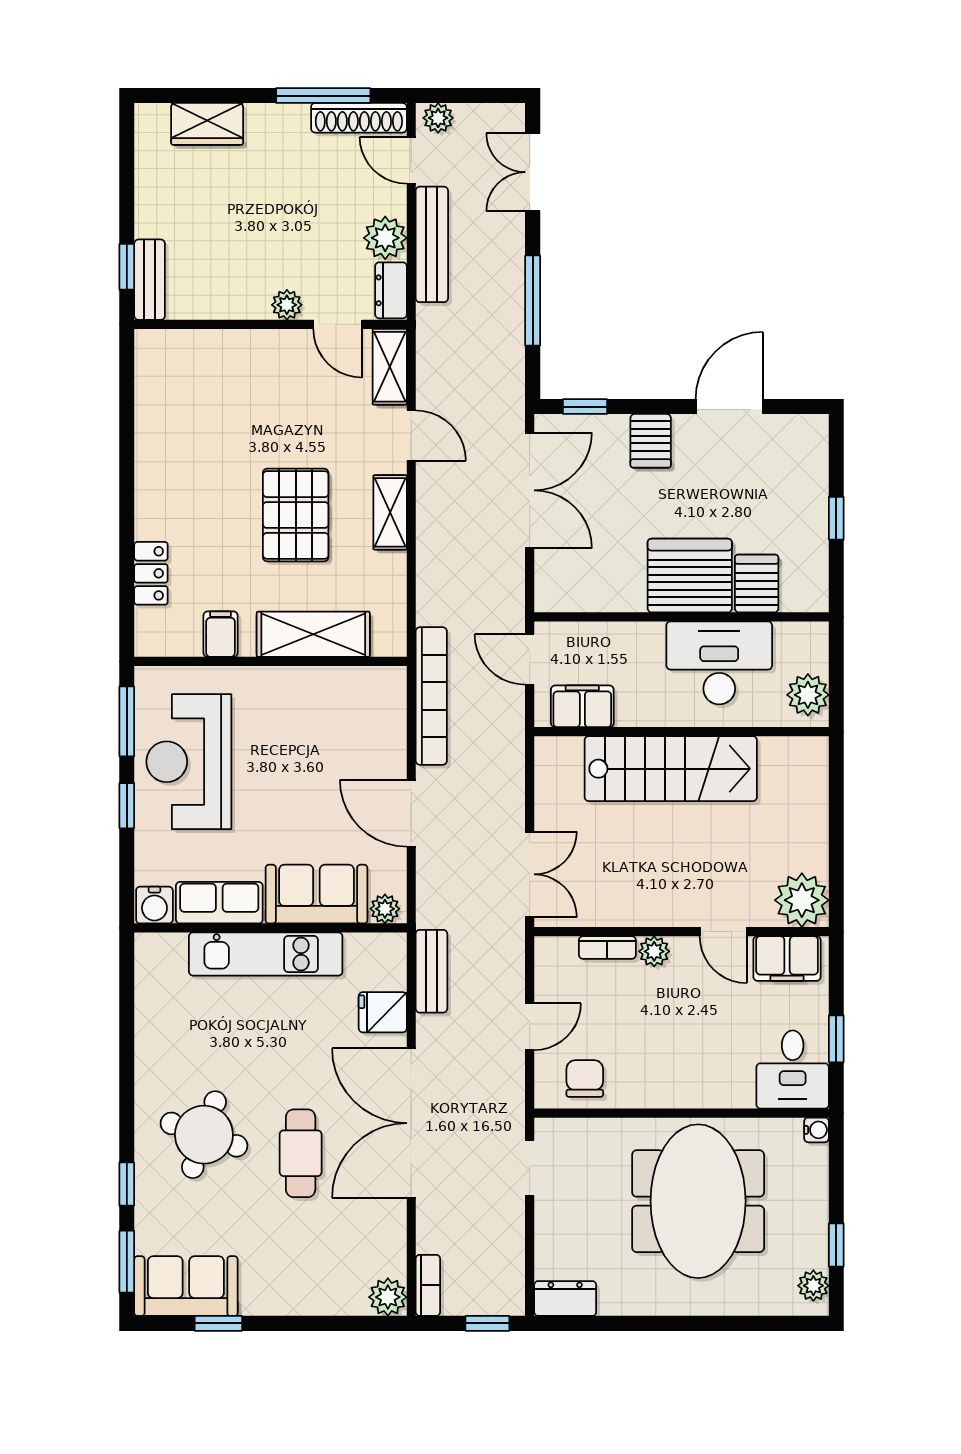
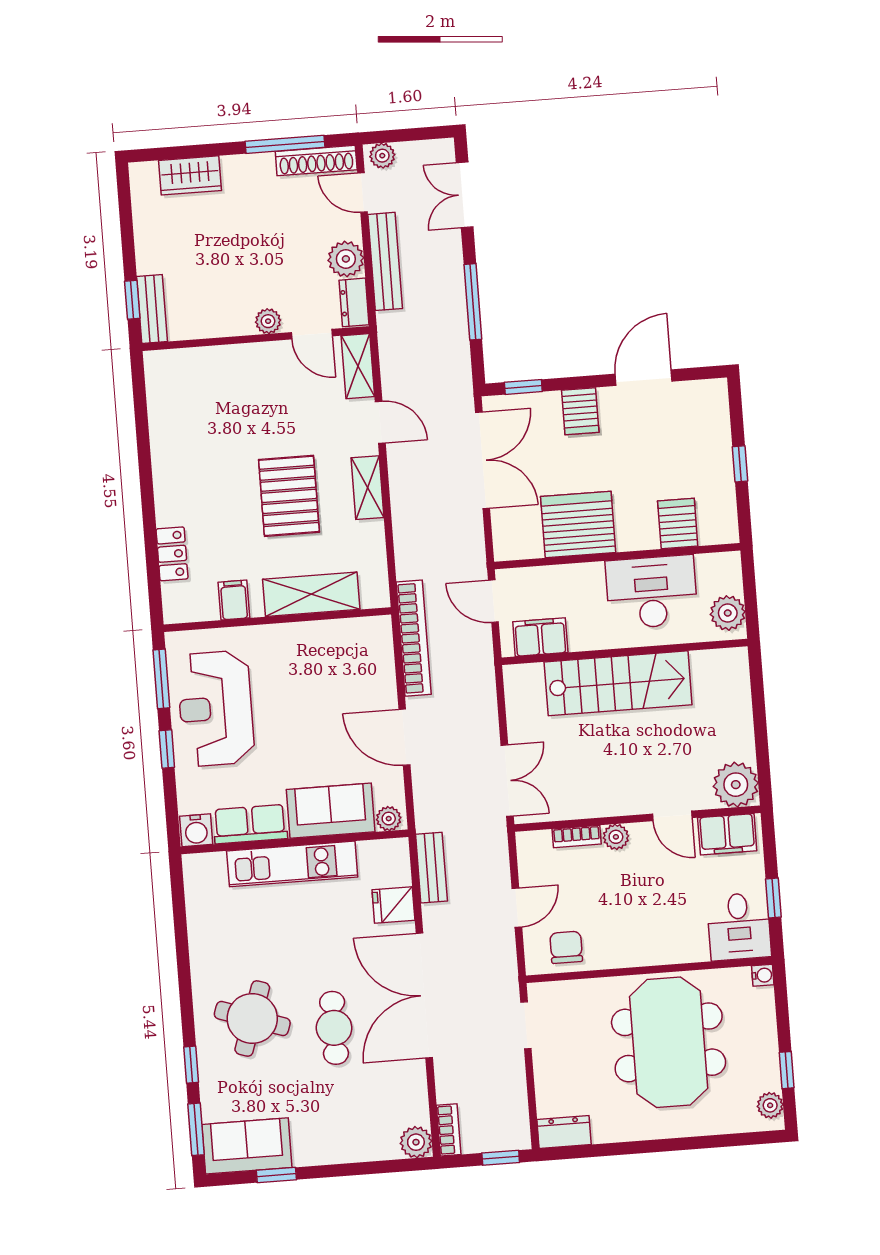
server rack: (690, 576) -> (578, 524), moved

